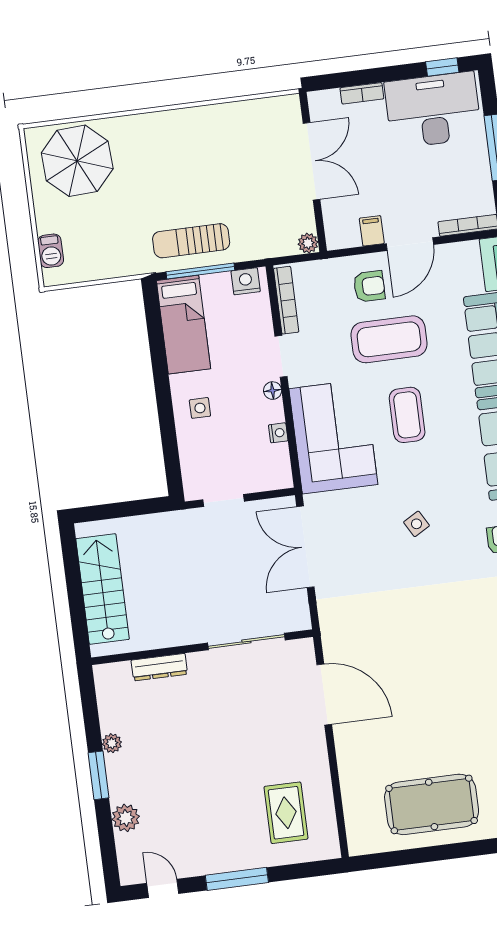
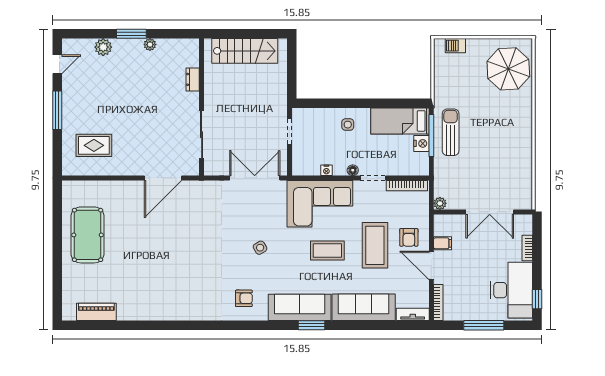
nightstand: (246, 281) -> (422, 143), moved
dresser: (159, 667) -> (193, 79), width x0.70

